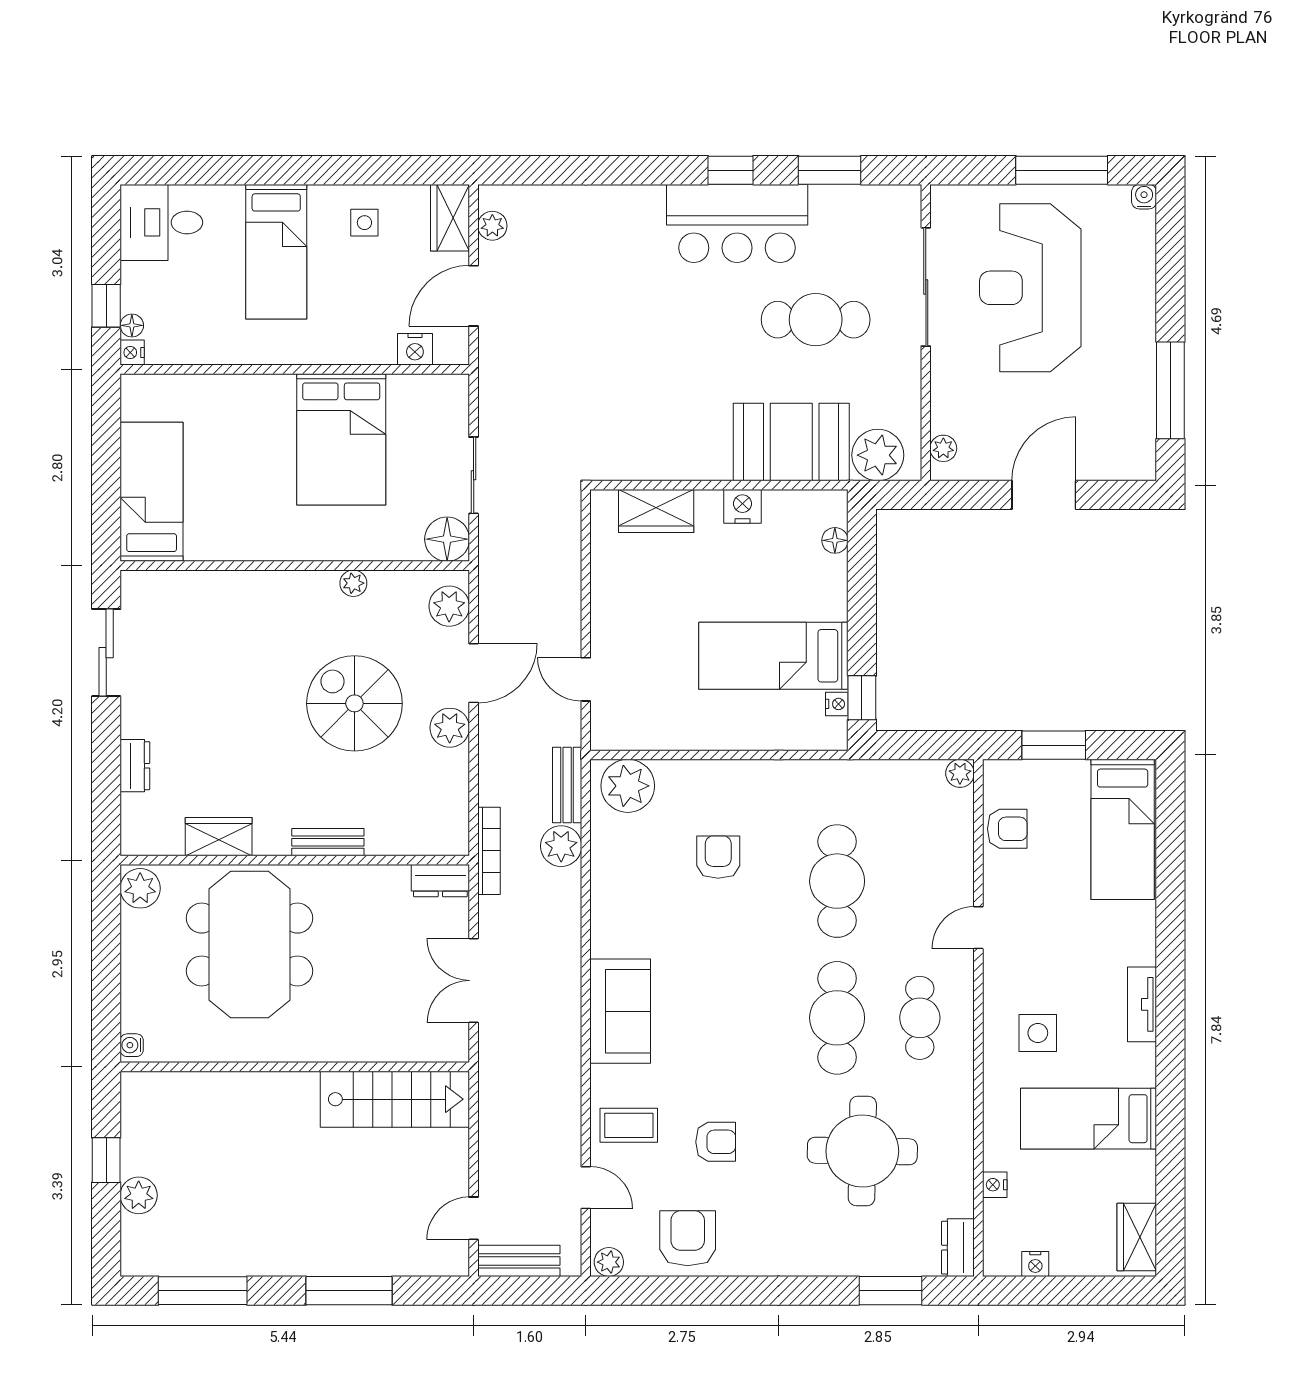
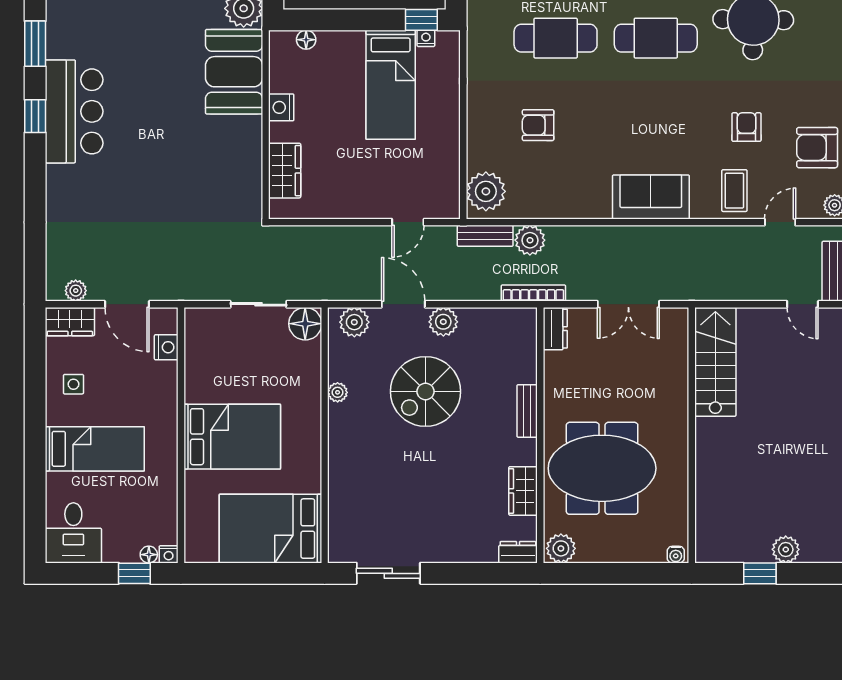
cafe table: (816, 320) -> (144, 54), removed
bed: (341, 439) -> (232, 437), moved
bed: (152, 492) -> (271, 529), width x1.50
dresser: (135, 766) -> (518, 552), moved

